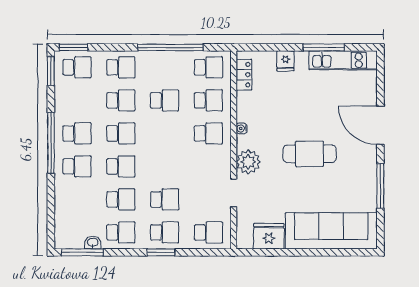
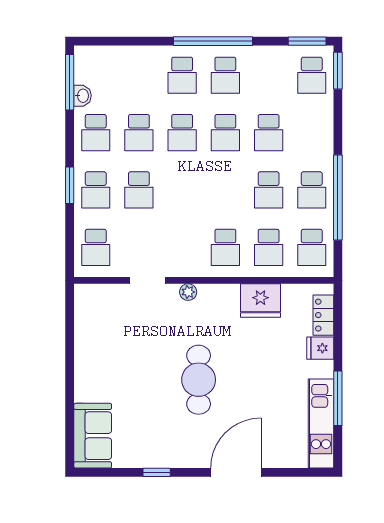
school desk: (121, 67) -> (312, 190), moved
locker: (244, 75) -> (323, 315), moved, turned 90
water cooler: (242, 128) -> (232, 291), removed
plant: (248, 162) -> (188, 292), width x0.53, depth x0.53
window: (380, 186) -> (157, 472), width x0.46
sofa: (331, 231) -> (93, 436), width x0.54, depth x0.79
fridge: (269, 236) -> (260, 300), moved, turned 90

